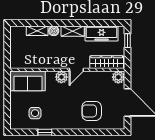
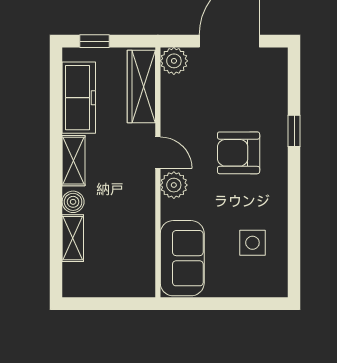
armchair: (92, 111) -> (239, 153), moved, turned 90
window: (45, 132) -> (294, 131), moved

